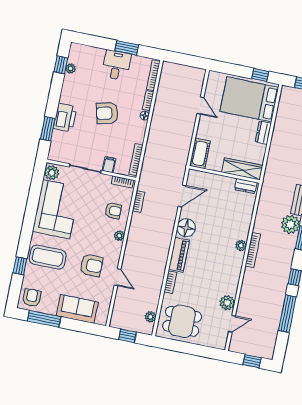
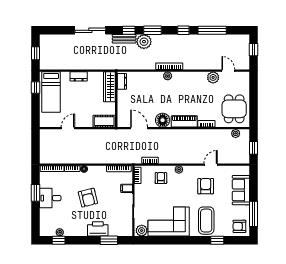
bed: (249, 99) -> (51, 92), width x0.67

